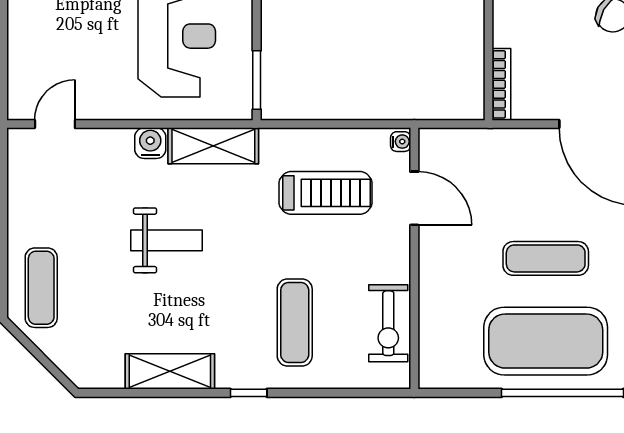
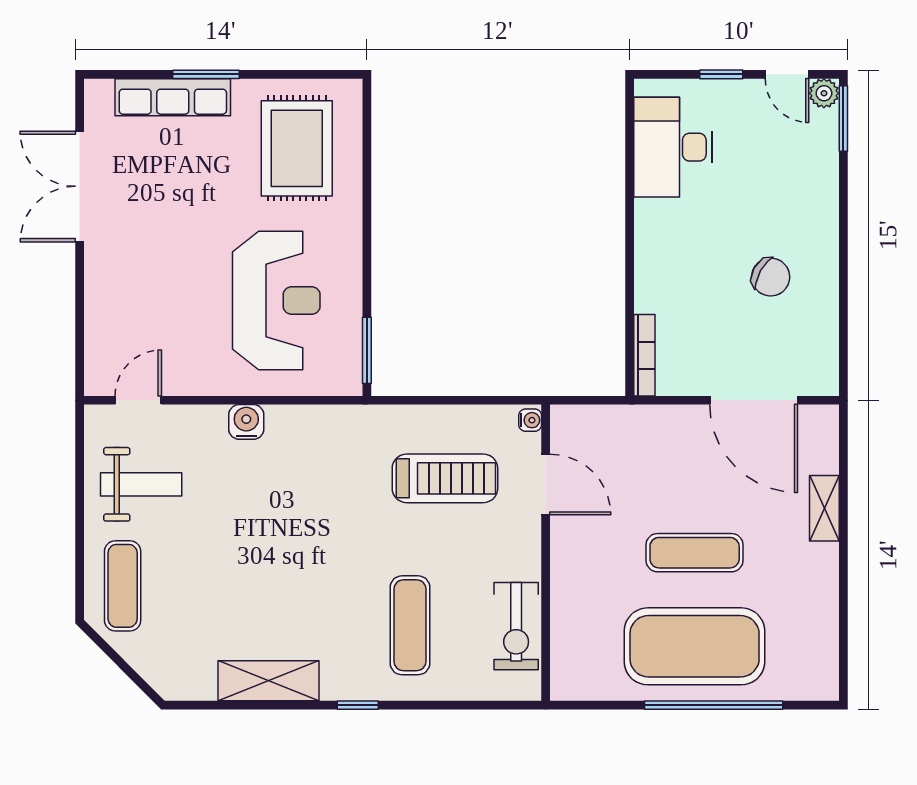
shelving: (213, 146) -> (318, 425), removed
weight bench: (166, 240) -> (141, 484), moved

